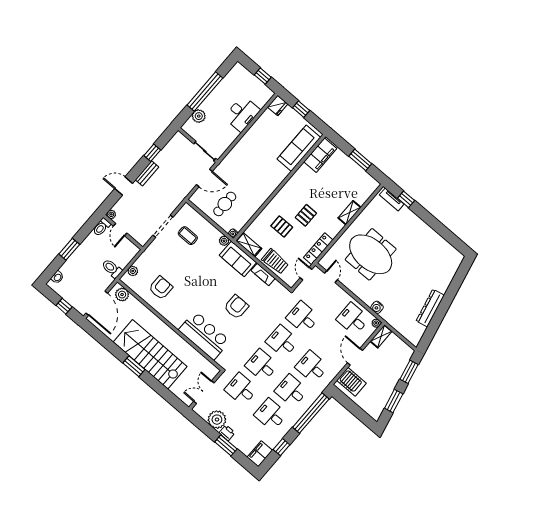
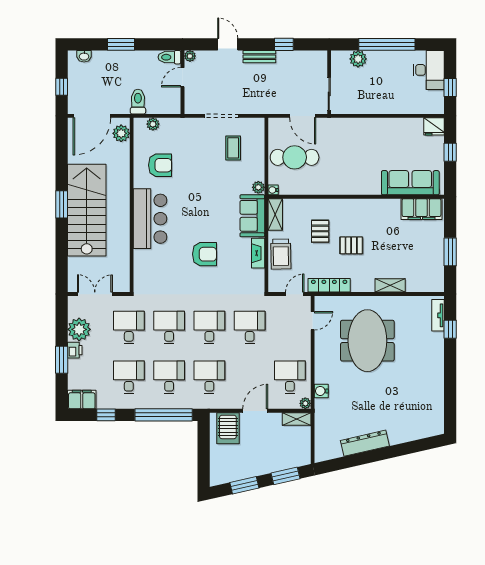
desk: (242, 114) -> (429, 70), moved, turned -90
cafe table: (225, 204) -> (295, 157), width x1.37, depth x1.35
bar counter: (204, 335) -> (150, 219), moved

